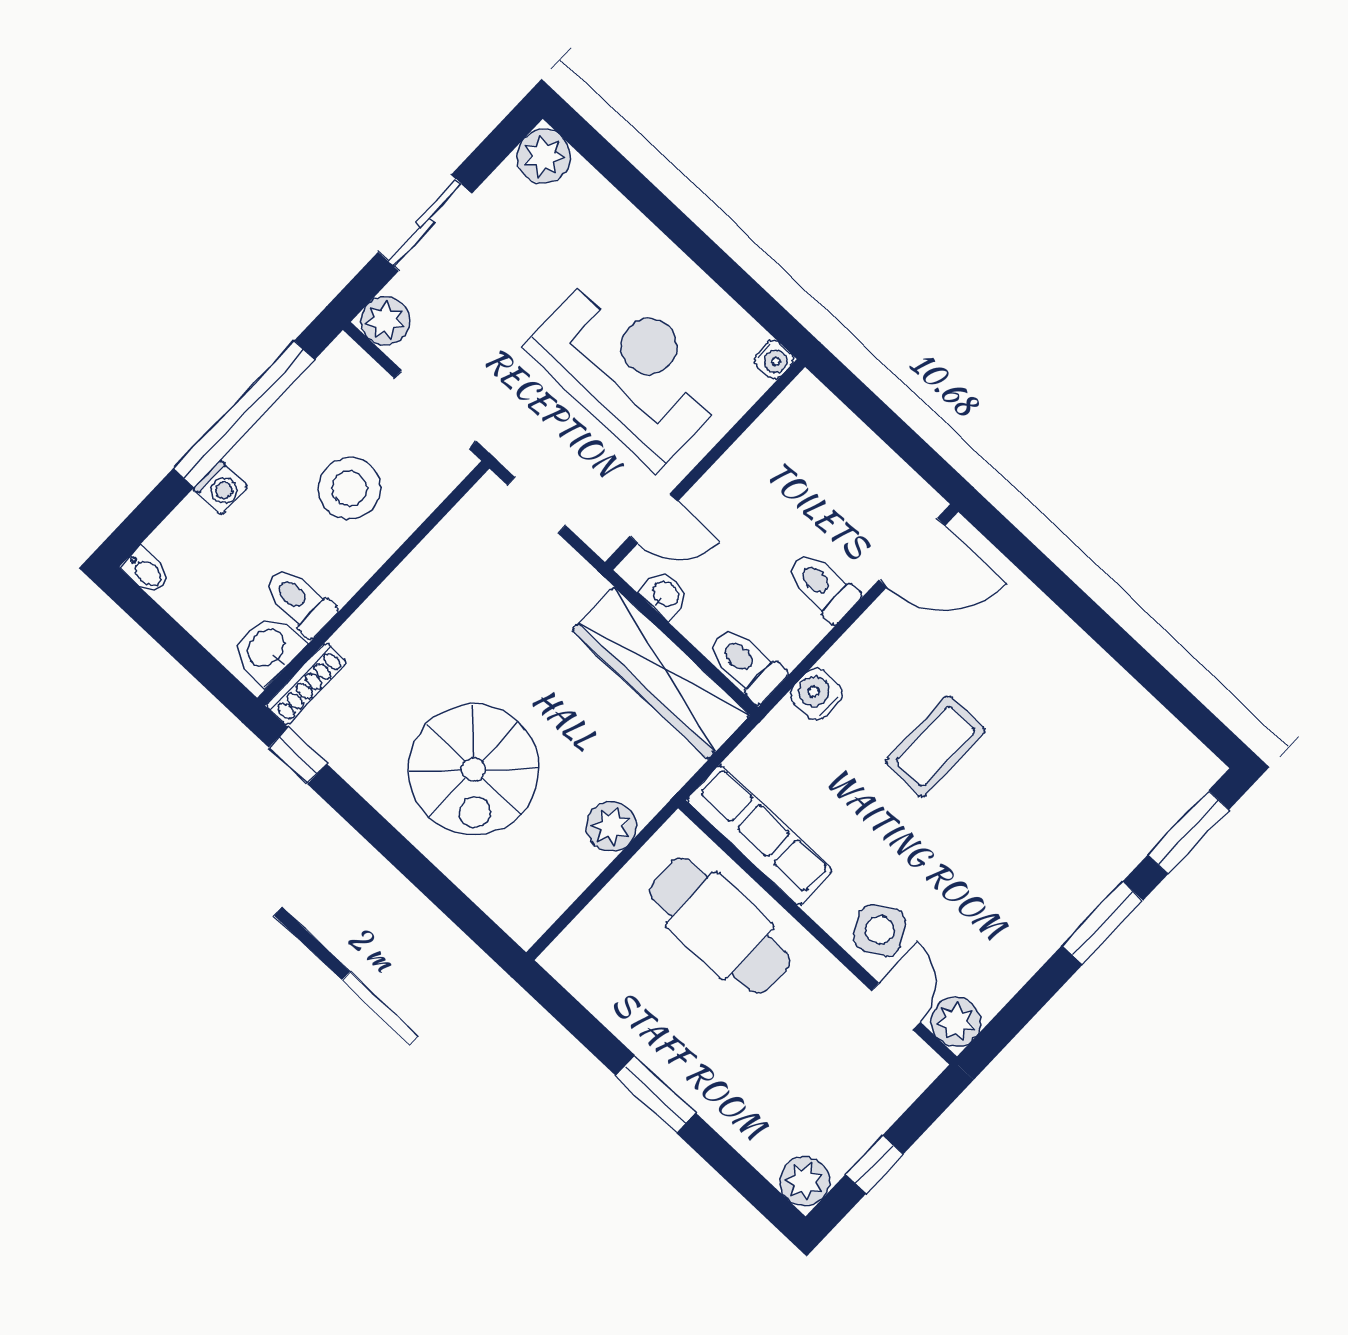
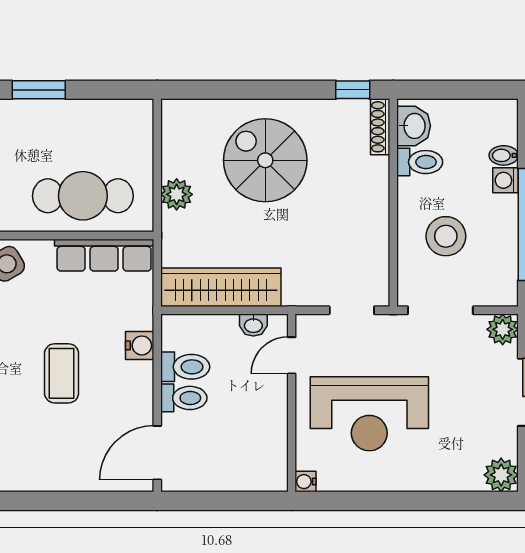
bidet: (146, 571) -> (504, 155), moved
toilet: (746, 664) -> (185, 367), moved

